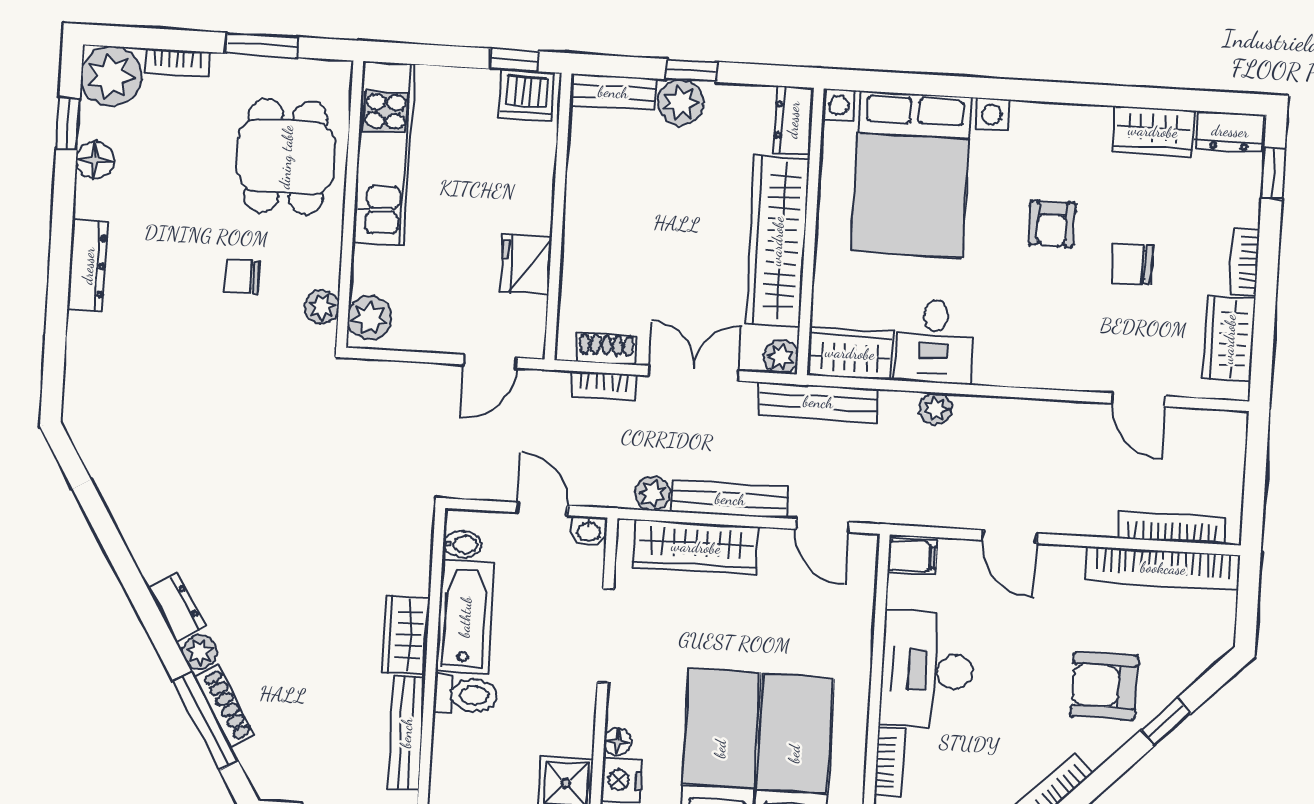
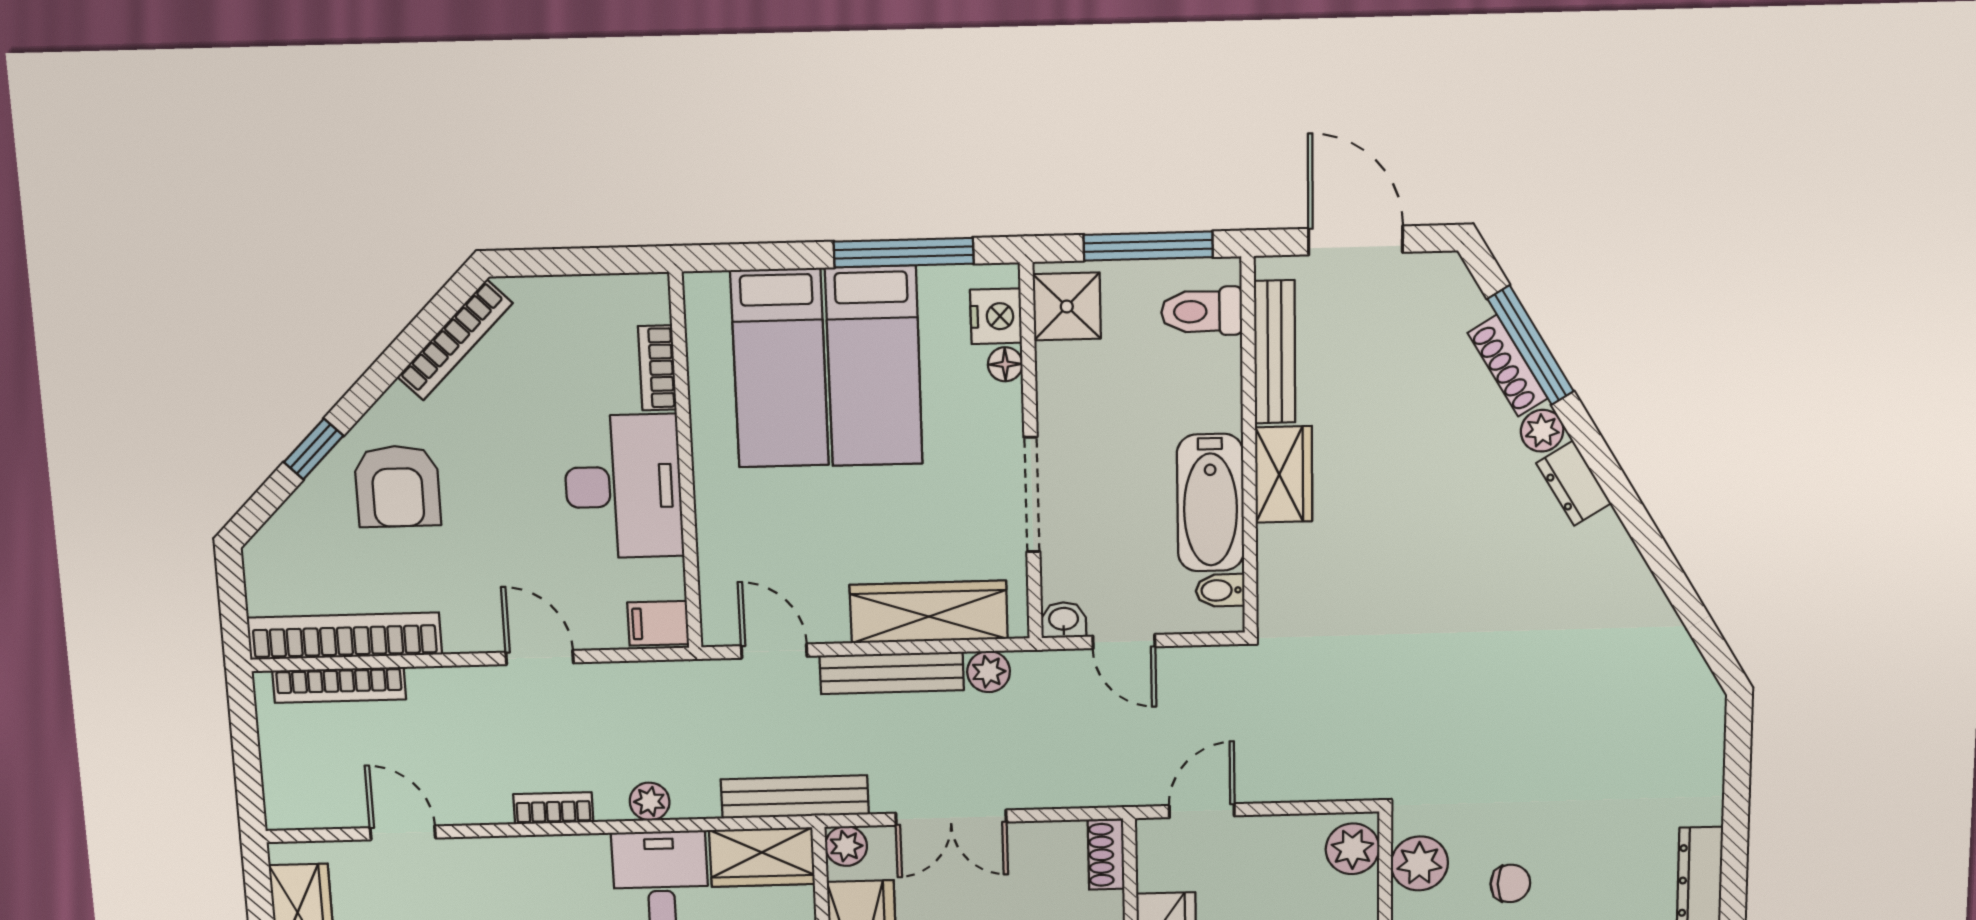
plant: (322, 307) -> (1419, 863), width x1.38, depth x1.38
shoe rack: (606, 349) -> (1106, 855), moved, turned 90
bookcase: (604, 385) -> (553, 808), moved
armchair: (1104, 686) -> (397, 486), turned 90
toilet: (465, 695) -> (1202, 311), moved

